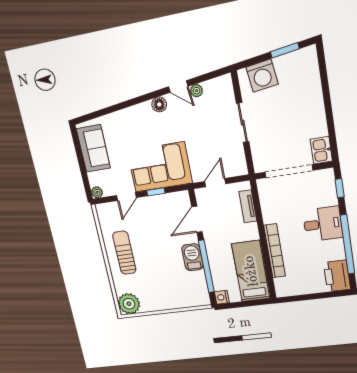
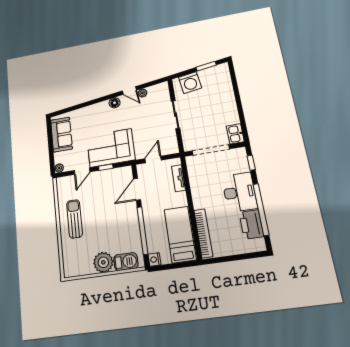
desk: (323, 224) -> (239, 192), width x1.37
bookcase: (275, 251) -> (203, 233), moved
barbecue: (192, 257) -> (126, 262), moved, turned 90
printer: (337, 276) -> (251, 224), moved
plant: (129, 304) -> (103, 262), moved

